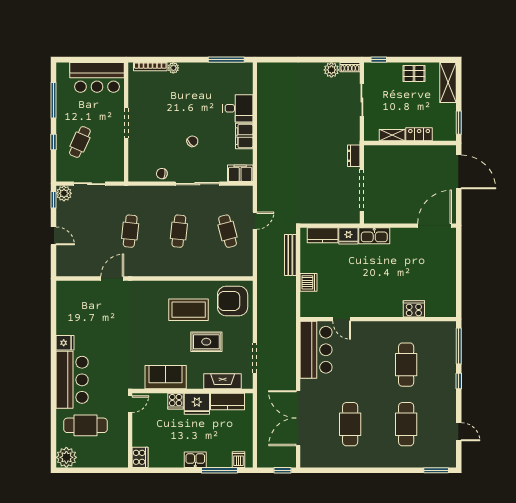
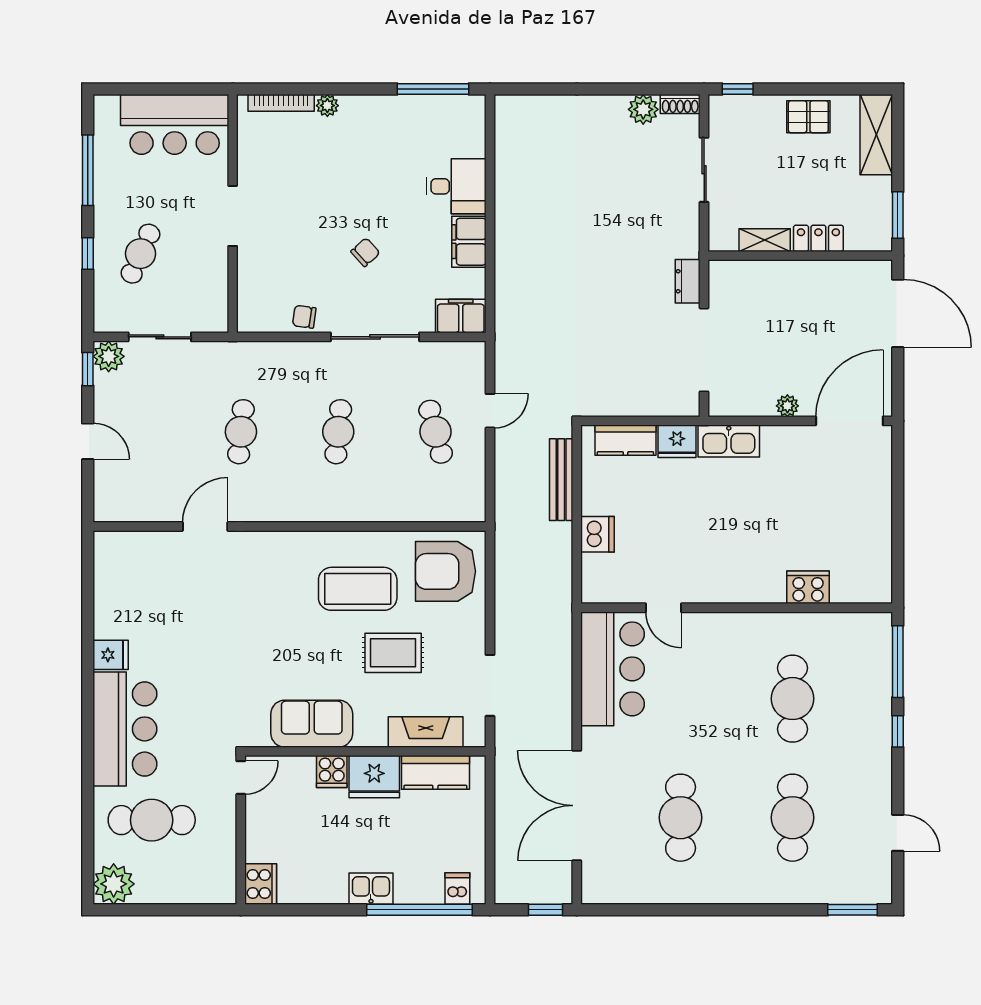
plant: (404, 218) -> (787, 406), added
window: (219, 470) -> (419, 910), width x1.46

